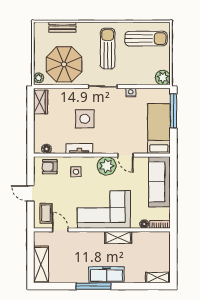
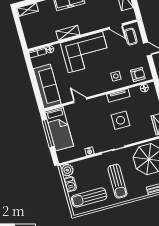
barbecue: (164, 60) -> (70, 184), added
window: (173, 111) -> (48, 133), moved
plant: (107, 166) -> (93, 88), removed

